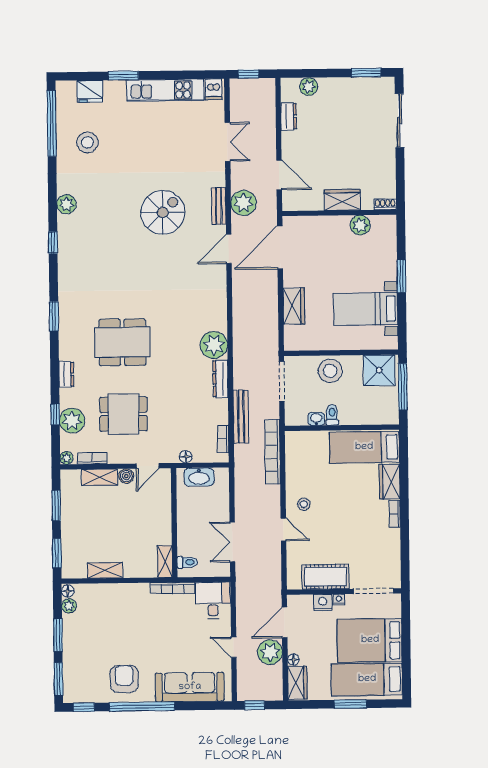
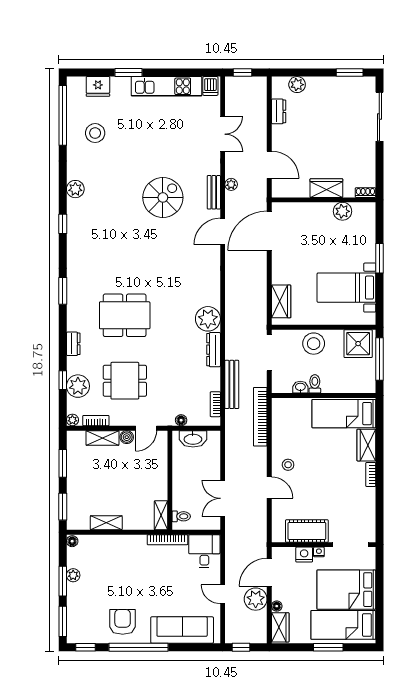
plant: (244, 203) -> (231, 184), width x0.53, depth x0.53
wardrobe: (294, 306) -> (281, 301), moved
plant: (69, 606) -> (73, 575), moved

